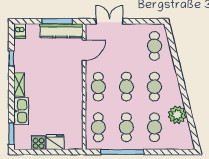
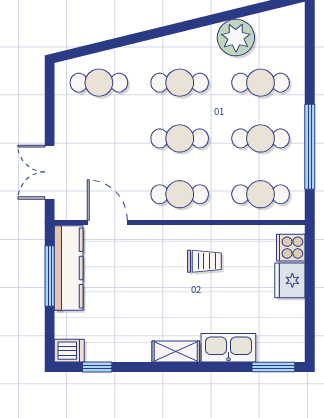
window: (11, 58) -> (97, 367), moved
trolley: (65, 99) -> (204, 261), added
cooker: (38, 142) -> (291, 248), moved

